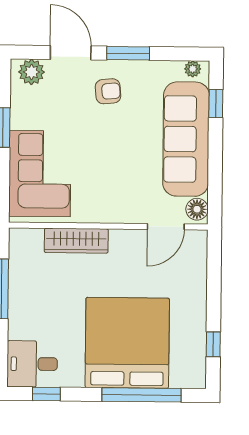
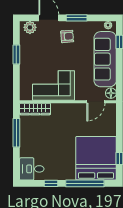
corner sofa: (40, 174) -> (53, 86), moved, turned -90
wardrobe: (76, 241) -> (35, 109), moved
bed: (127, 343) -> (96, 158), moved
window: (46, 394) -> (51, 183), moved

